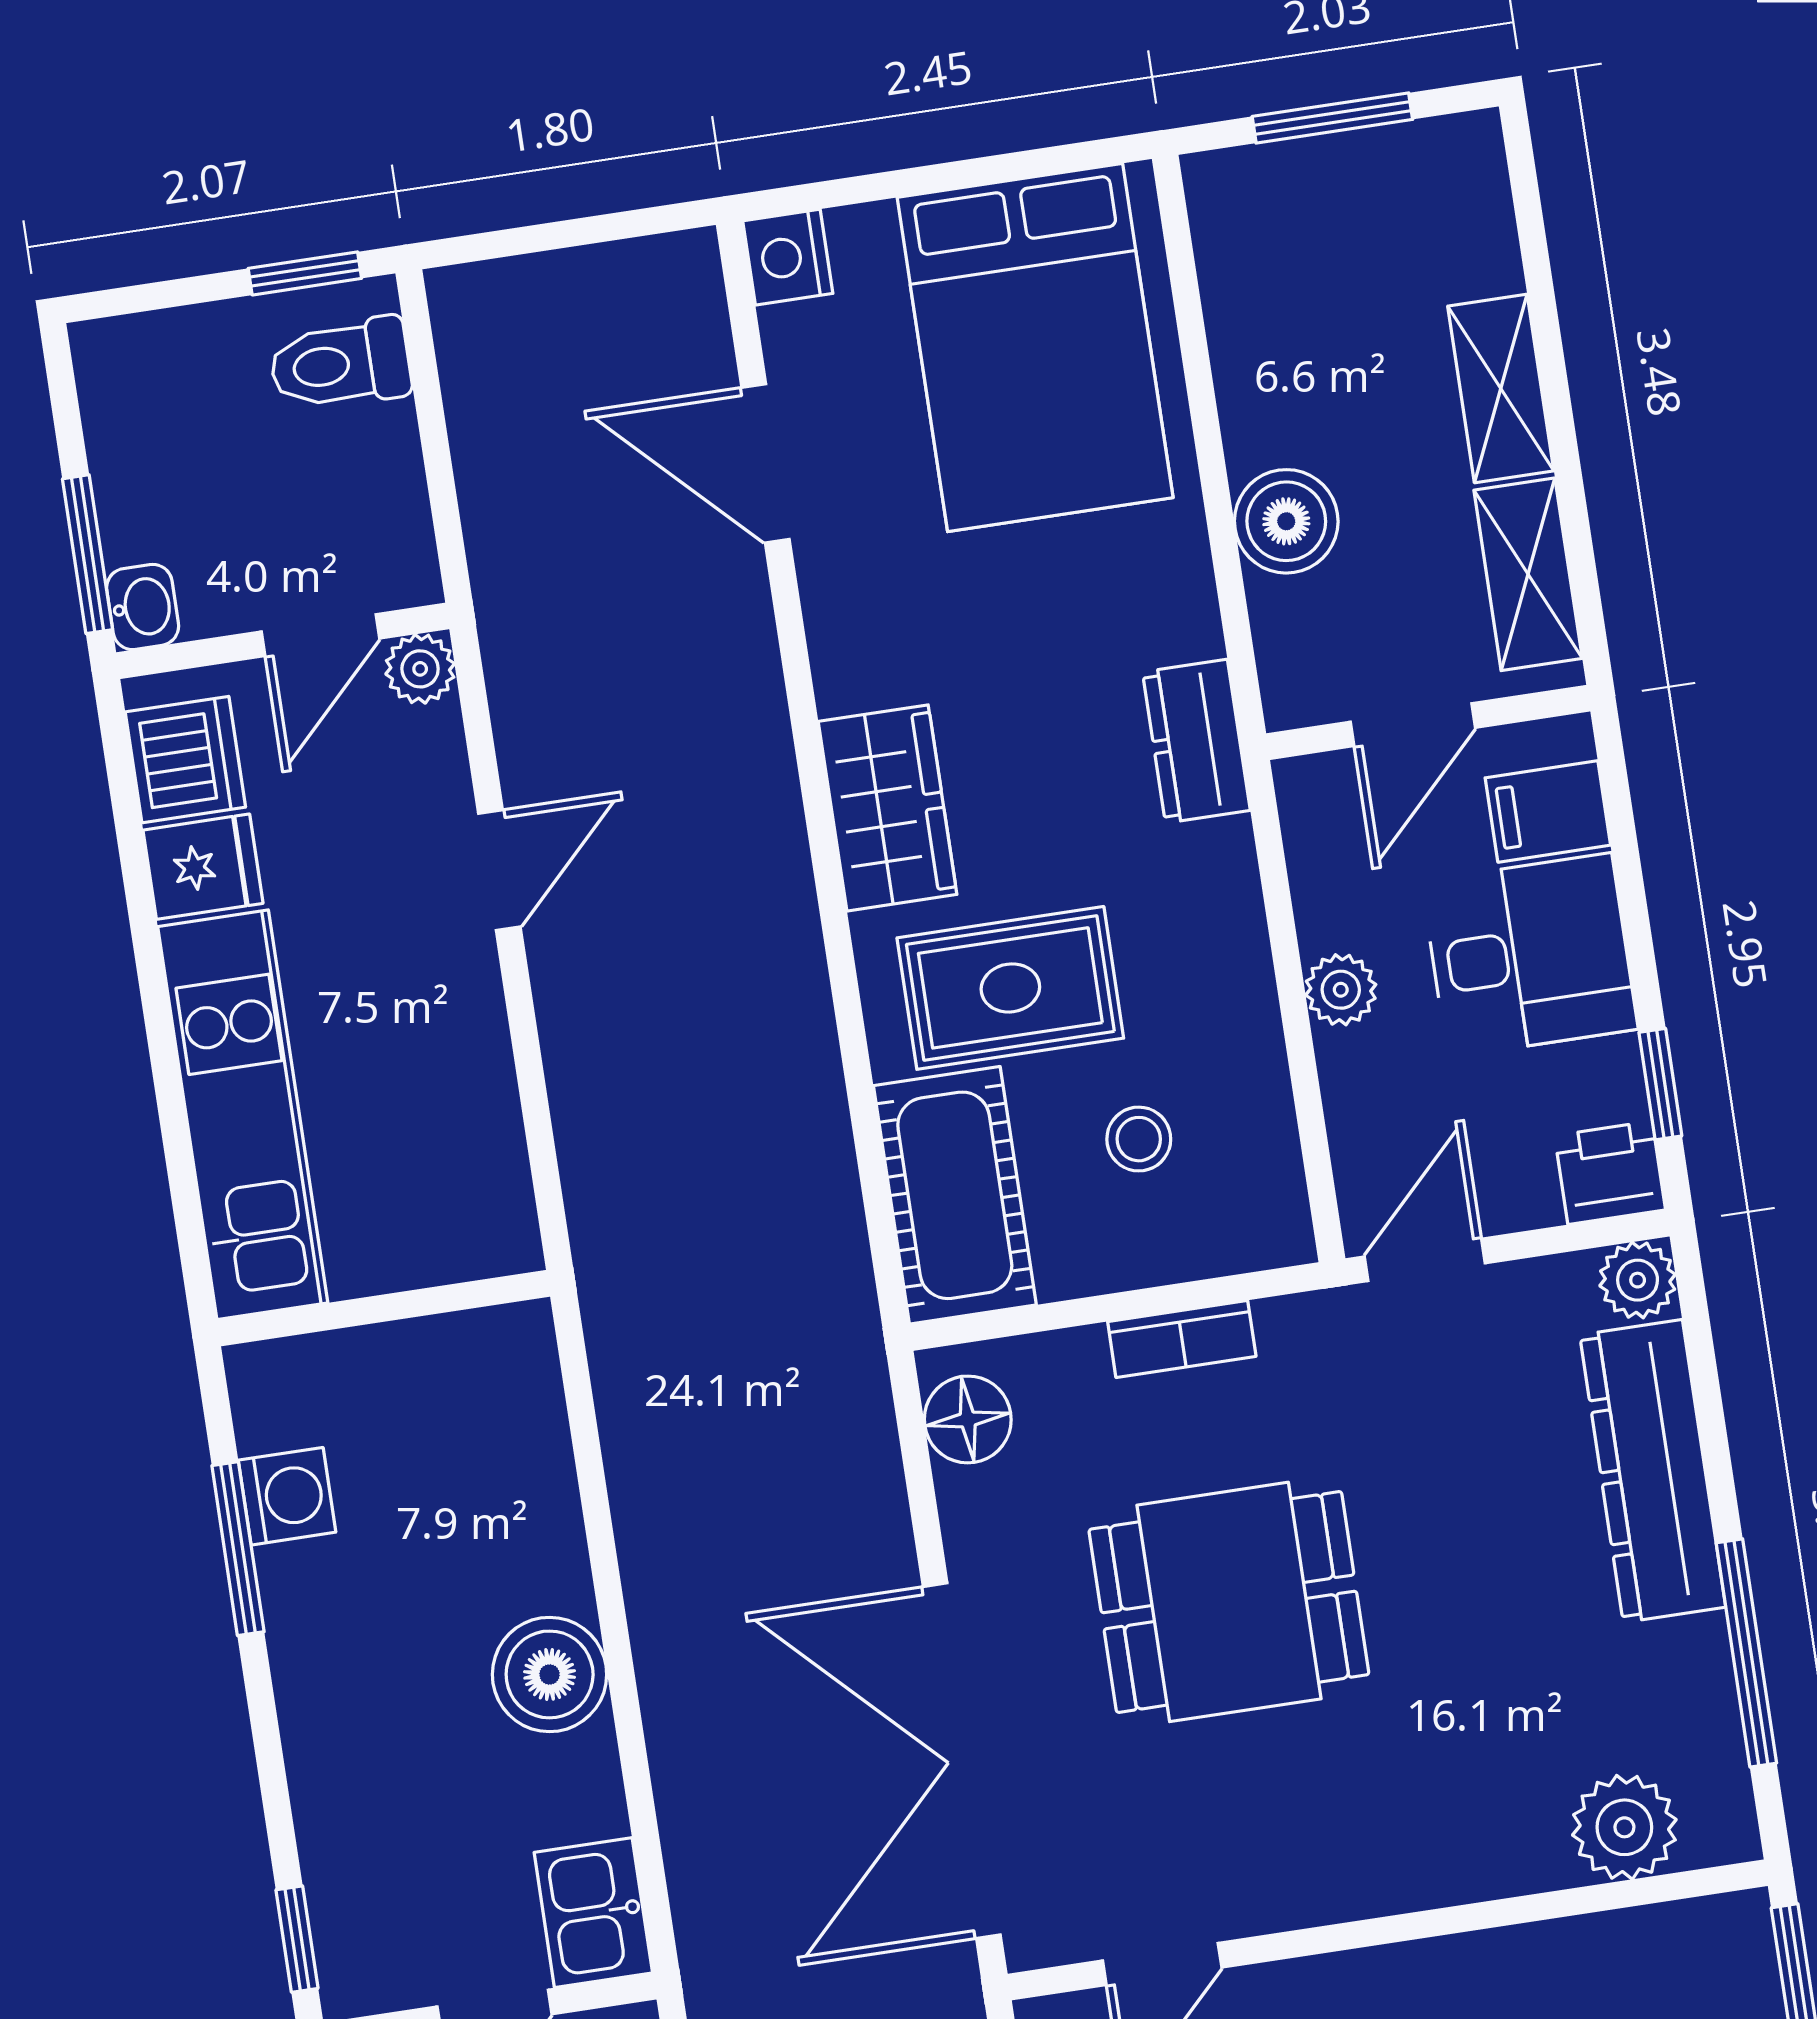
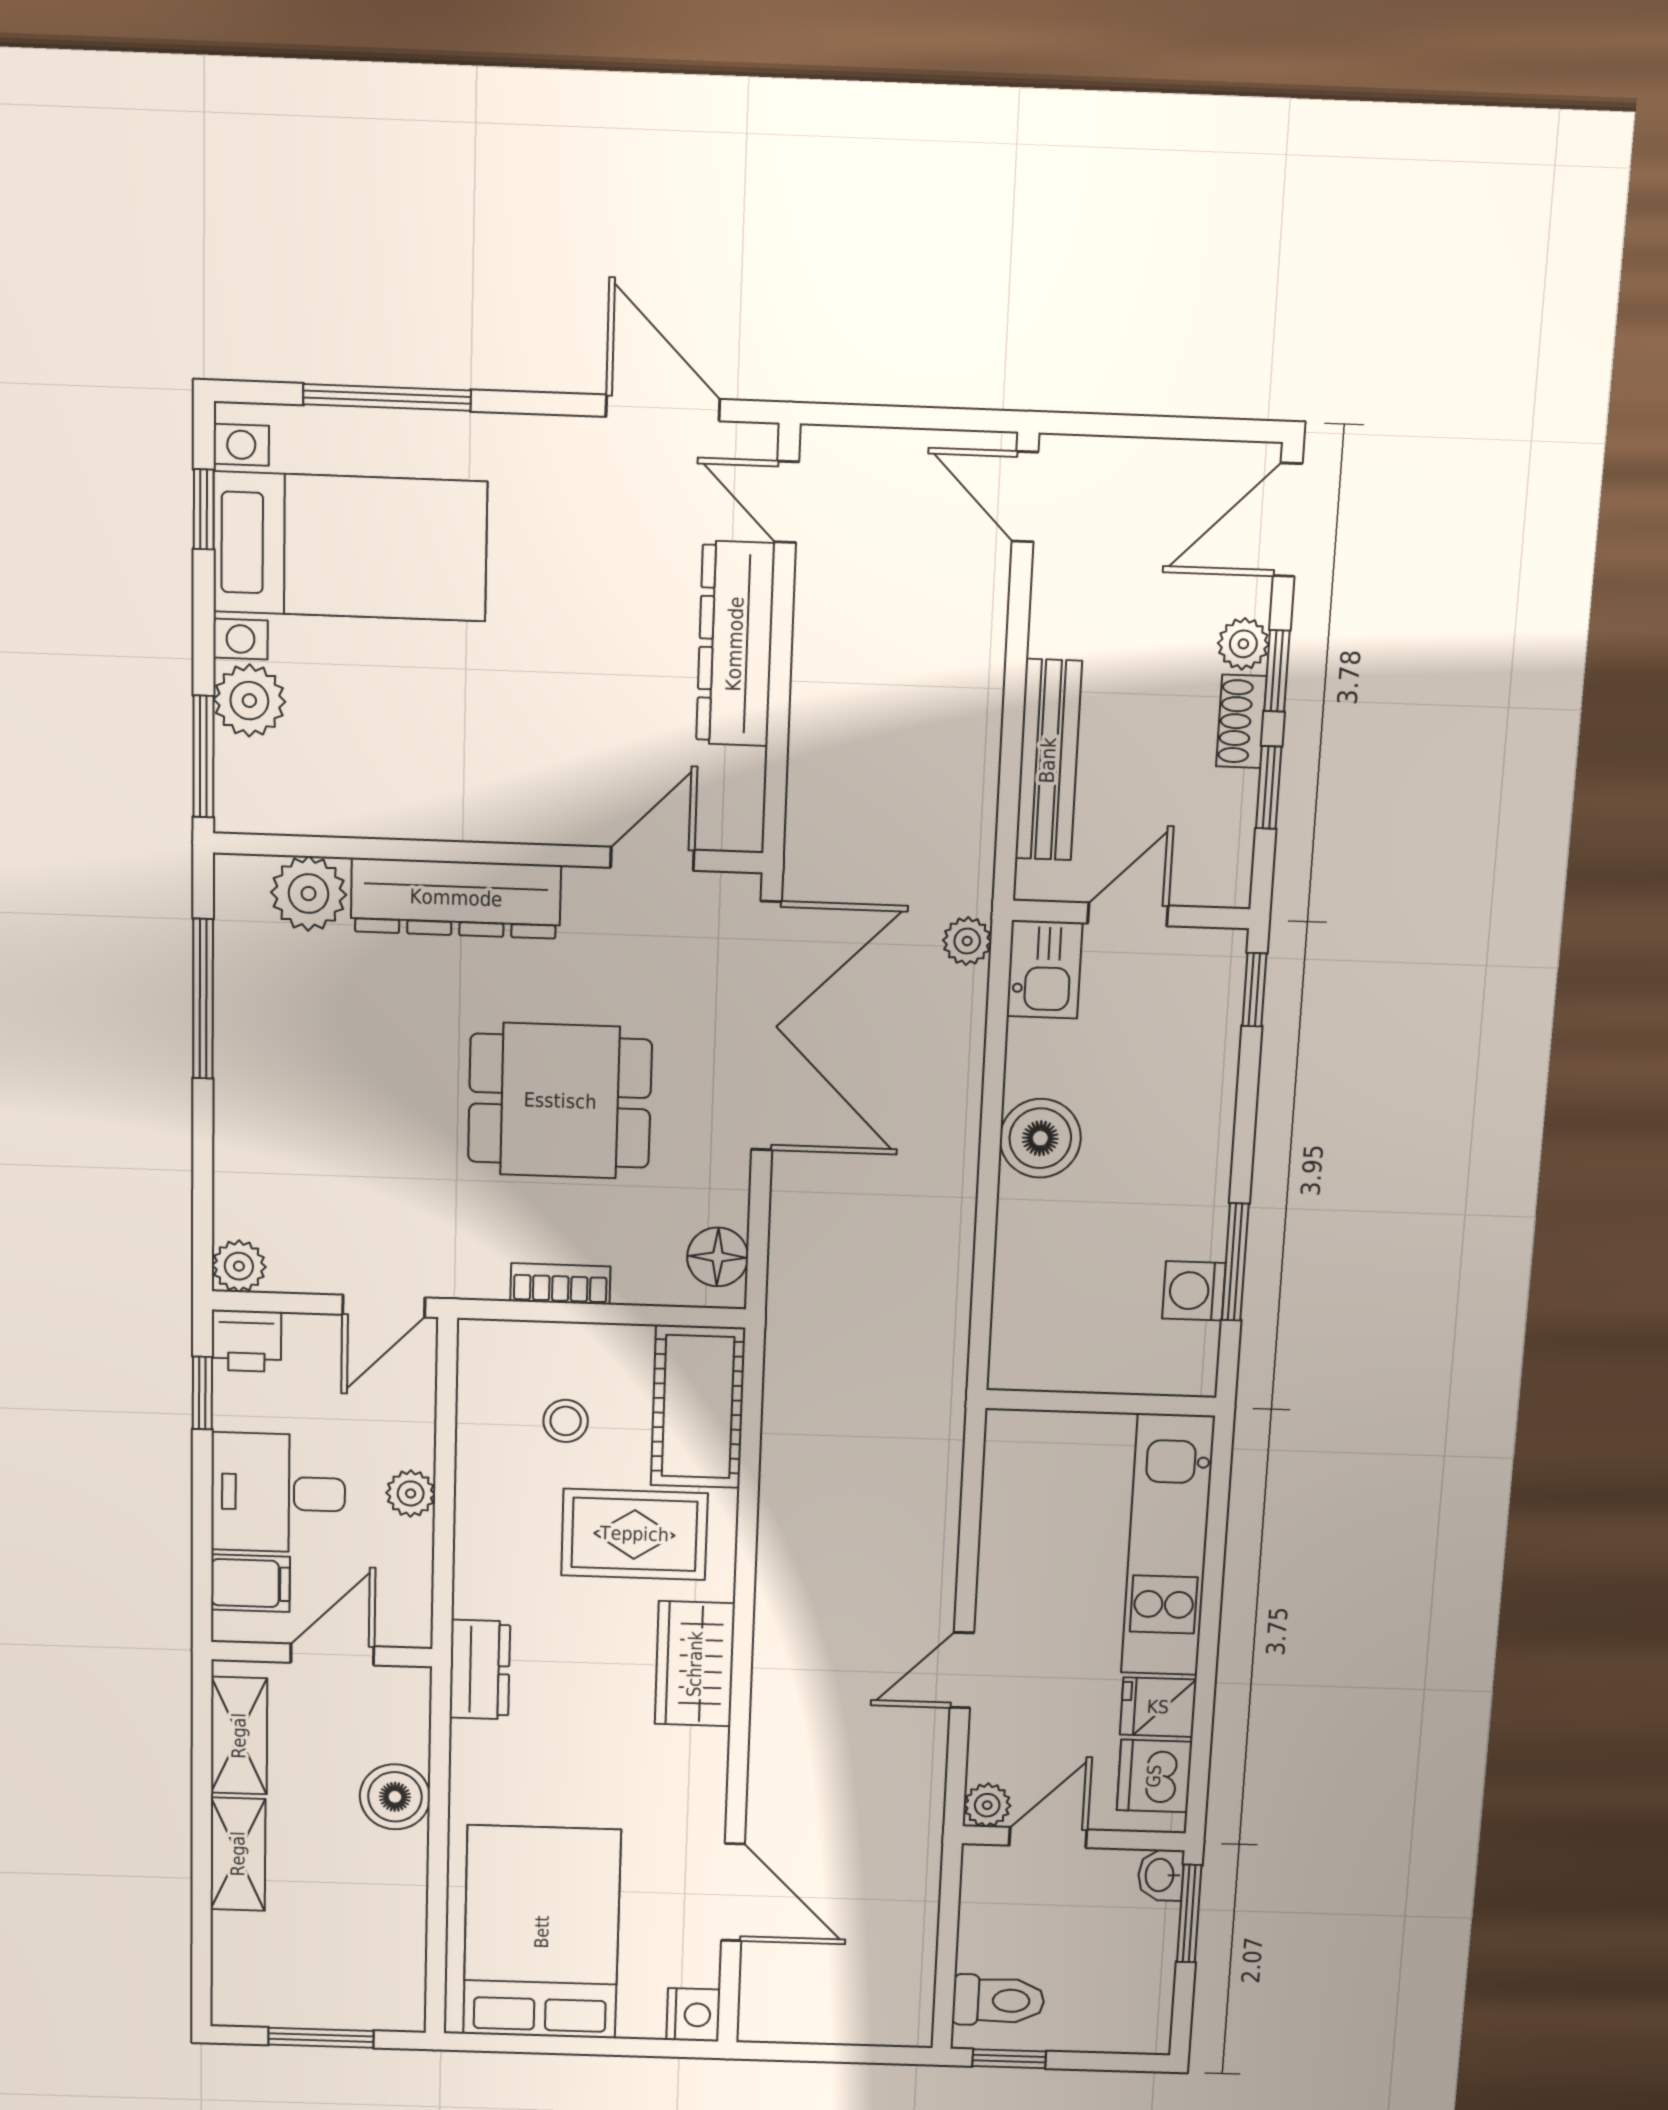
dresser: (1653, 1471) -> (456, 898), moved, turned 90
plant: (708, 1932) -> (967, 941), added

